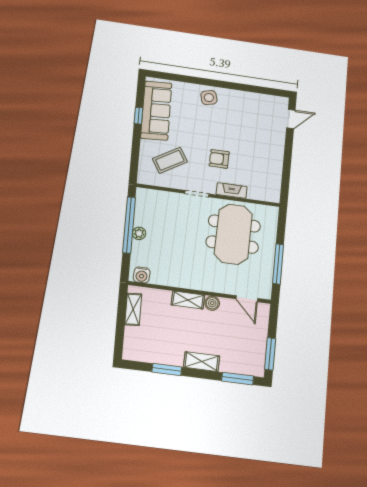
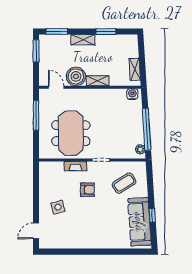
side table: (209, 98) -> (58, 207), moved
plant: (139, 233) -> (140, 149), moved
boiler: (212, 303) -> (76, 76), width x1.86, depth x1.86

